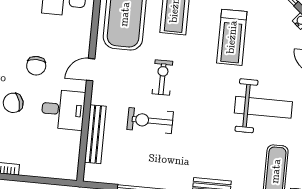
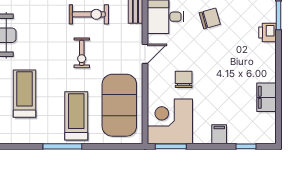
chair: (36, 66) -> (184, 79), moved

